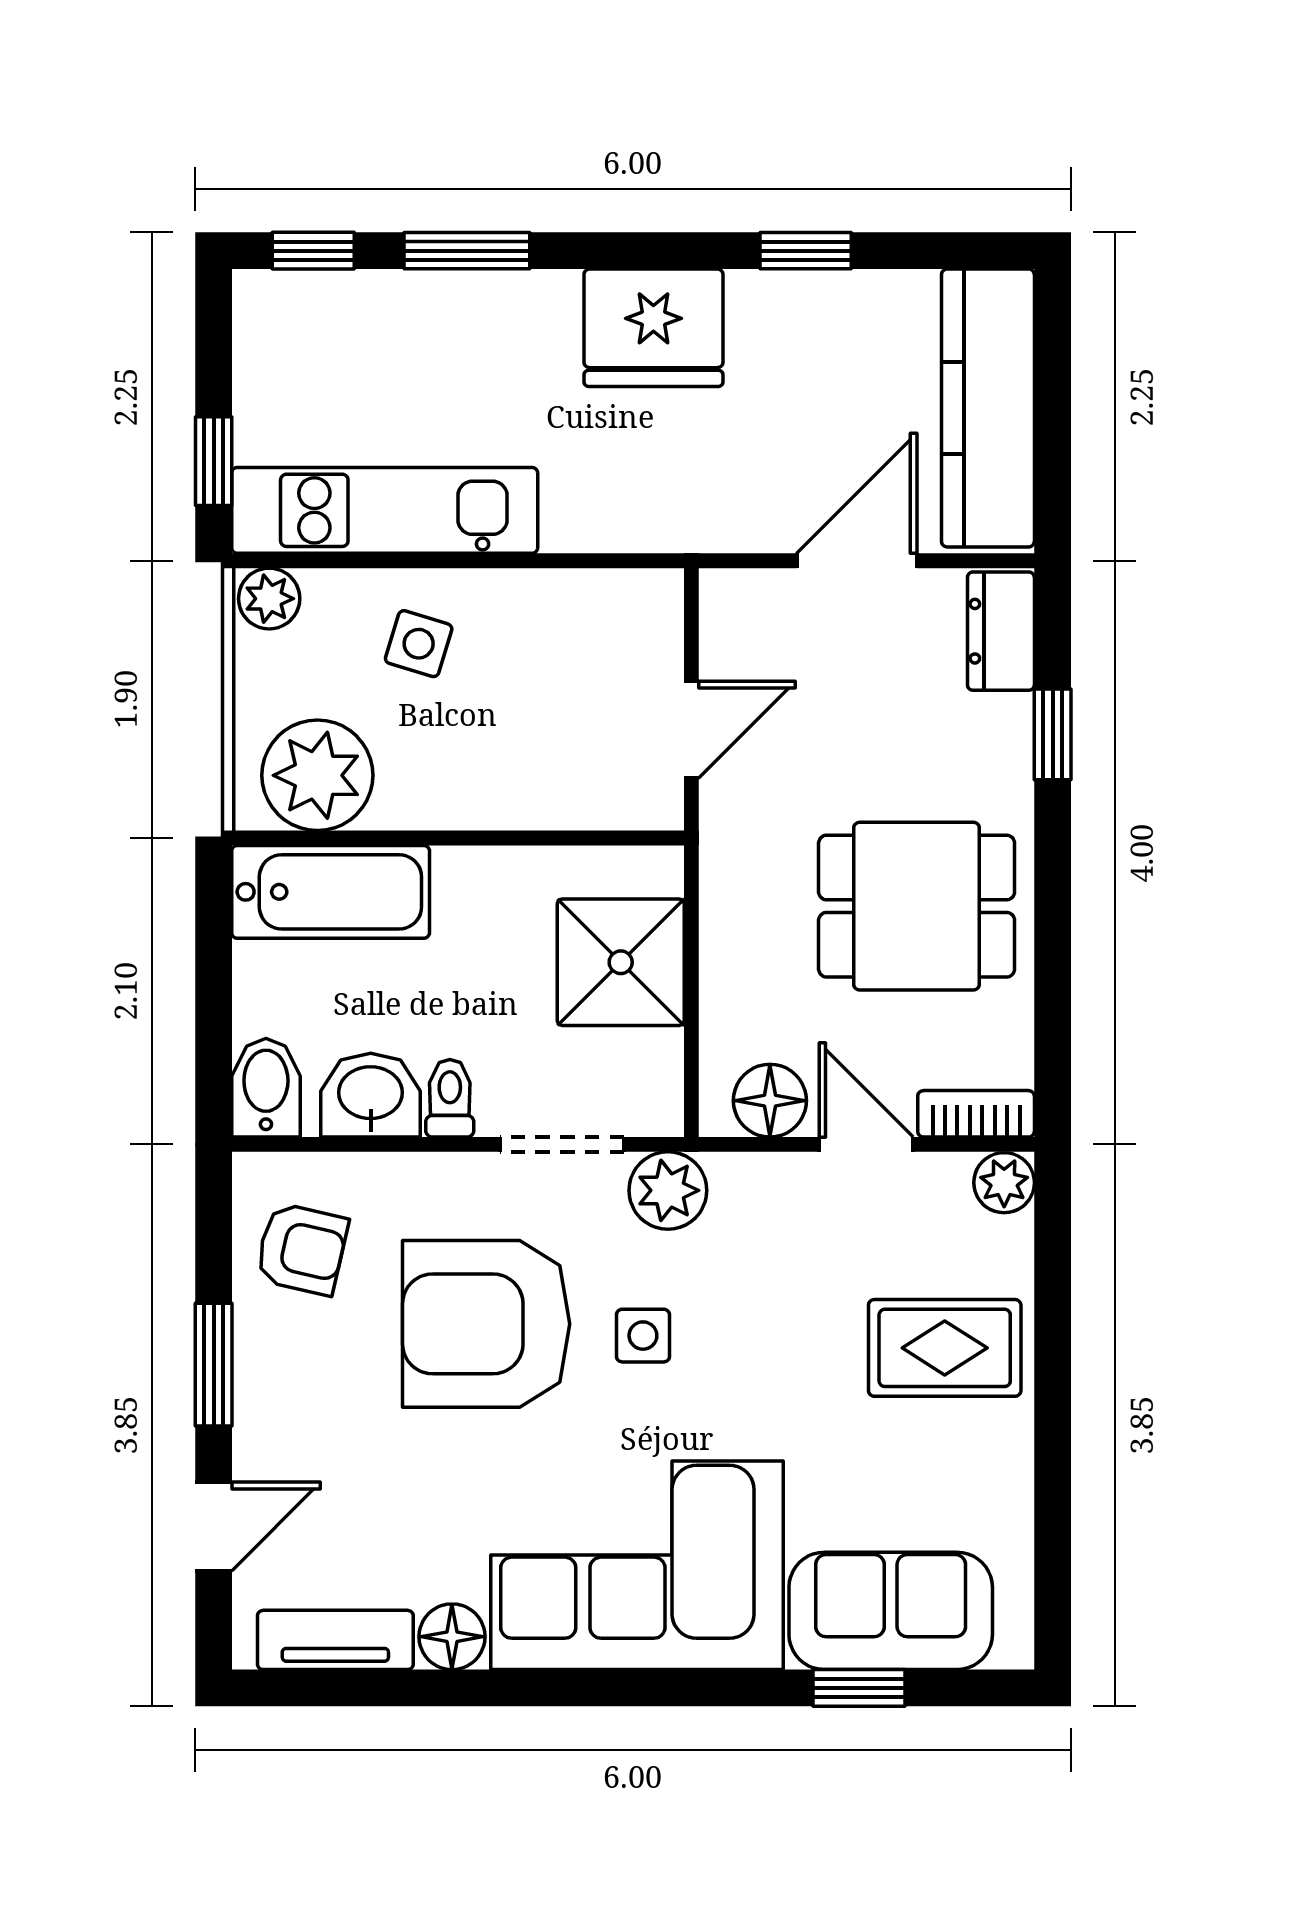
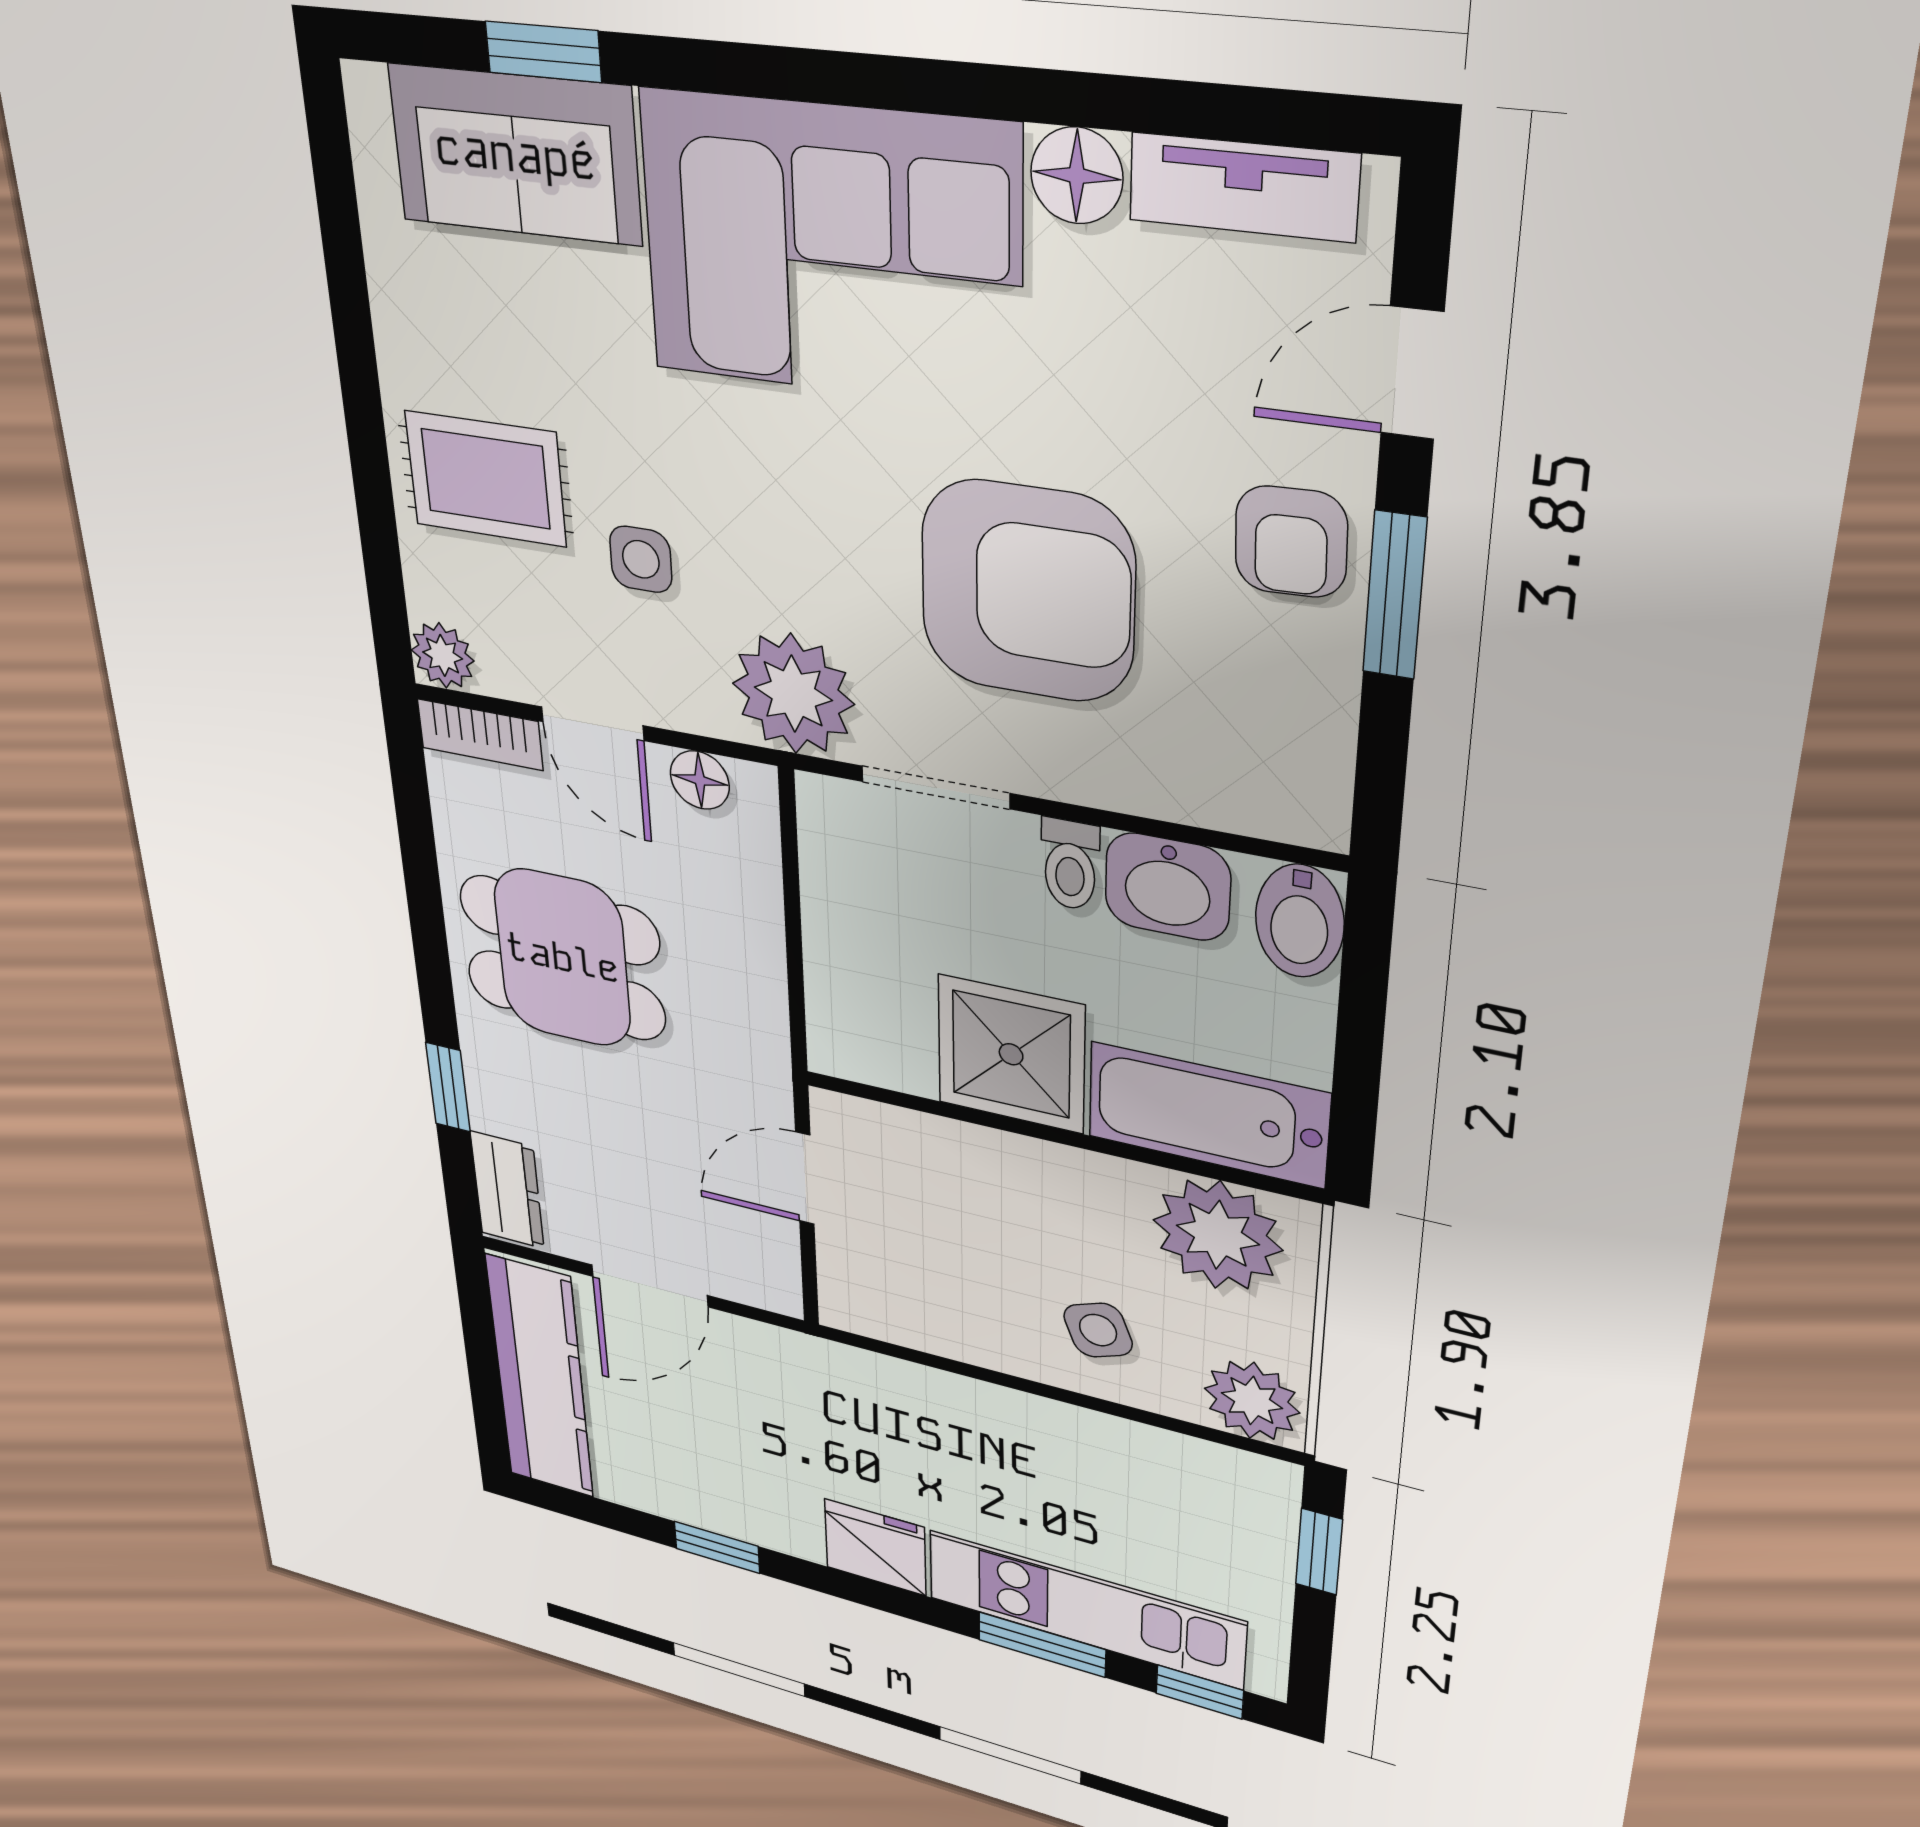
fridge: (653, 328) -> (875, 1547), width x0.73, depth x0.75
kitchen unit: (385, 510) -> (1085, 1609), moved, turned 180
plant: (269, 599) -> (1252, 1401), width x1.38, depth x1.38
side table: (419, 644) -> (1098, 1330), turned -38
shower: (621, 962) -> (1011, 1054), moved
floor lamp: (770, 1101) -> (700, 780), width x0.73, depth x0.73
plant: (668, 1190) -> (793, 694), width x1.36, depth x1.36
armchair: (302, 1249) -> (1291, 542), moved, turned -105
side table: (643, 1336) -> (641, 559), moved

